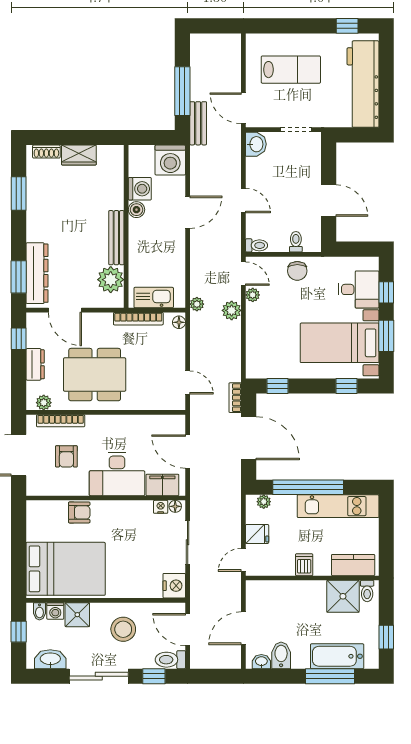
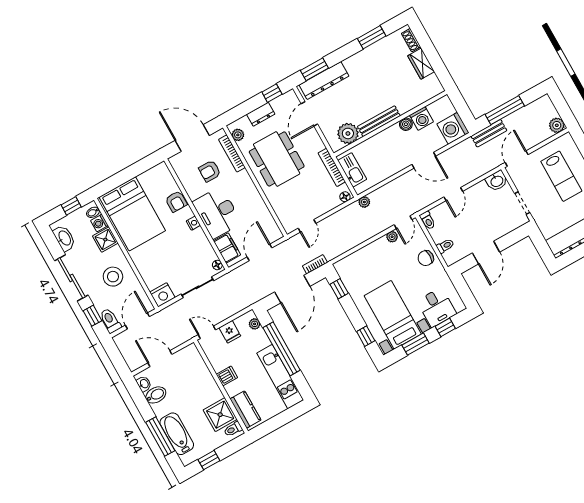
plant: (232, 310) -> (557, 125), moved
nightstand: (161, 507) -> (193, 223), moved

